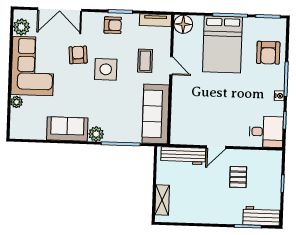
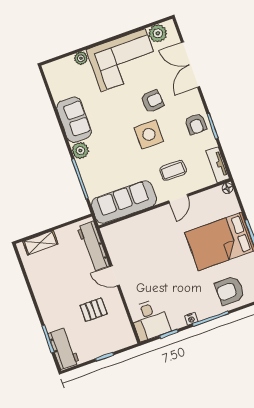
floor lamp: (183, 24) -> (228, 188), width x0.53, depth x0.53

